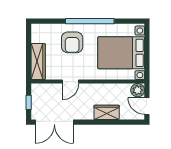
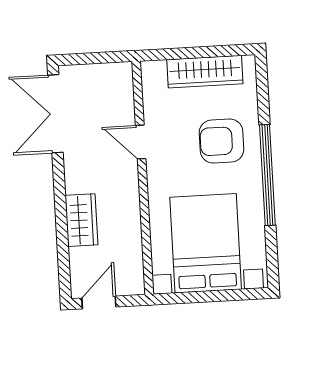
wardrobe: (38, 62) -> (205, 72), moved
plant: (138, 90) -> (131, 282), removed
window: (29, 102) -> (93, 58), removed

